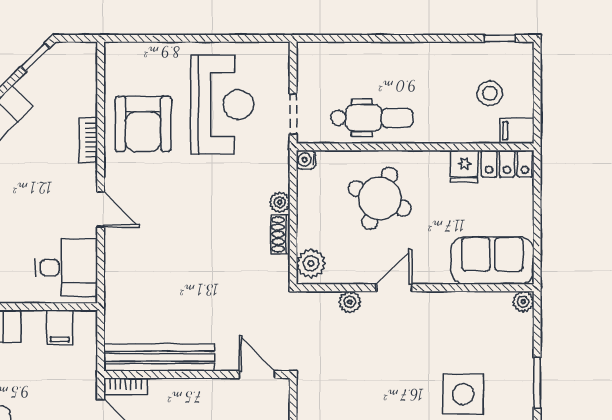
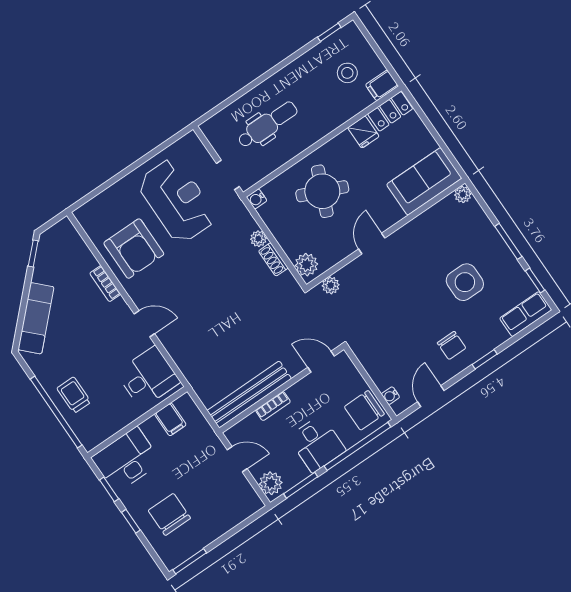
dental chair: (372, 118) -> (267, 125), moved
plant: (350, 302) -> (331, 285), moved
bookcase: (125, 386) -> (273, 406), moved

